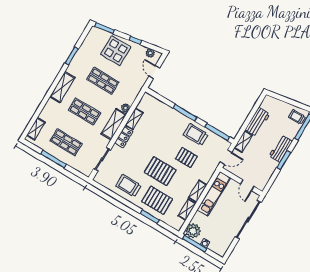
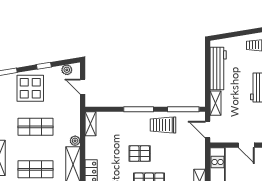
shelving: (134, 119) -> (90, 124), moved
workbench: (257, 122) -> (218, 69), width x1.38
door: (226, 157) -> (208, 130), swing flipped
pallet: (186, 158) -> (140, 154), moved

